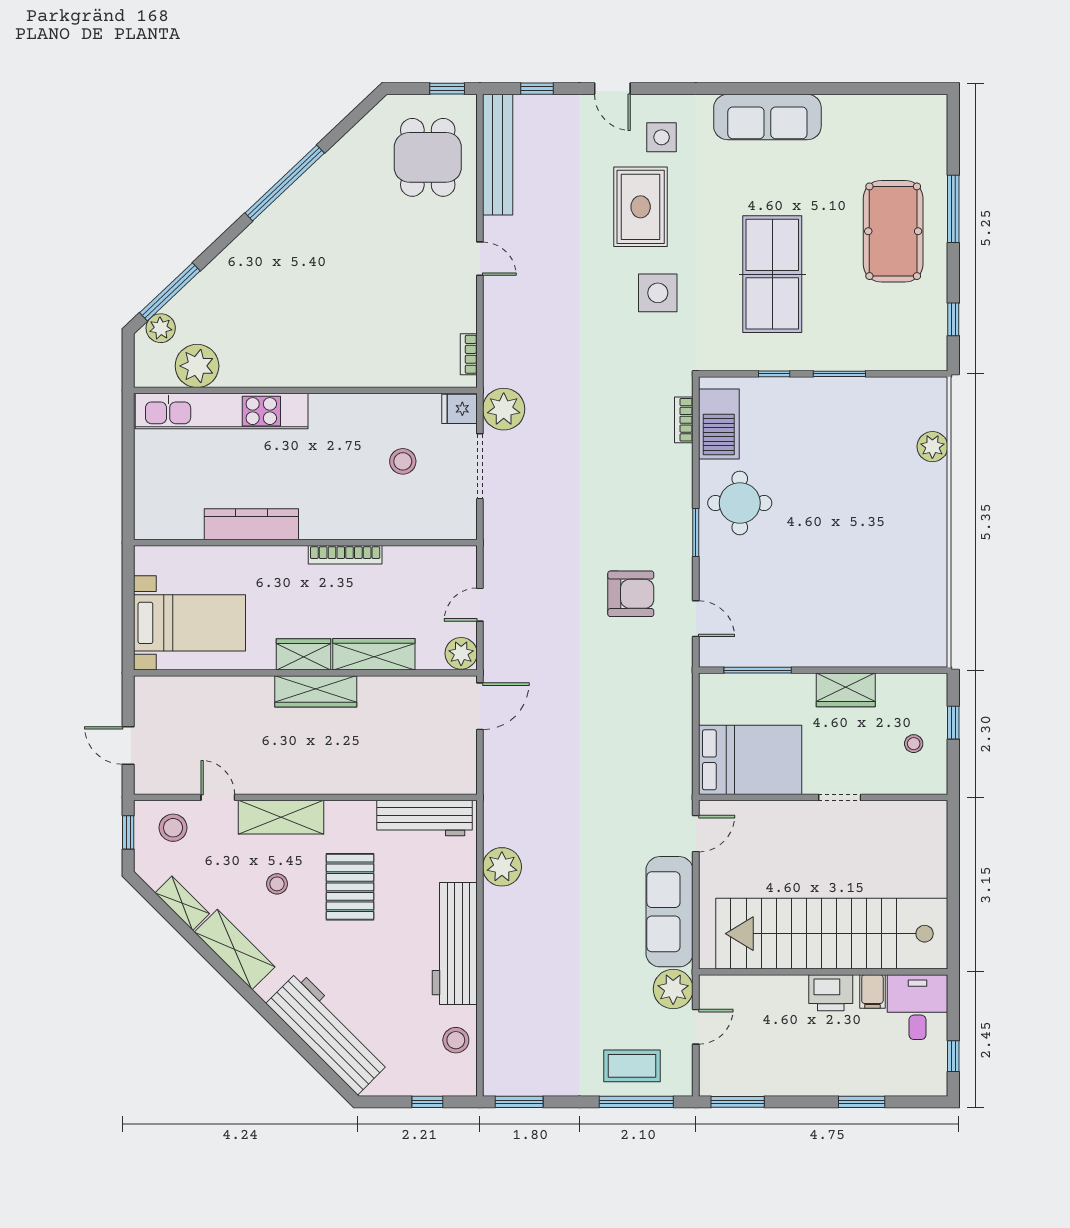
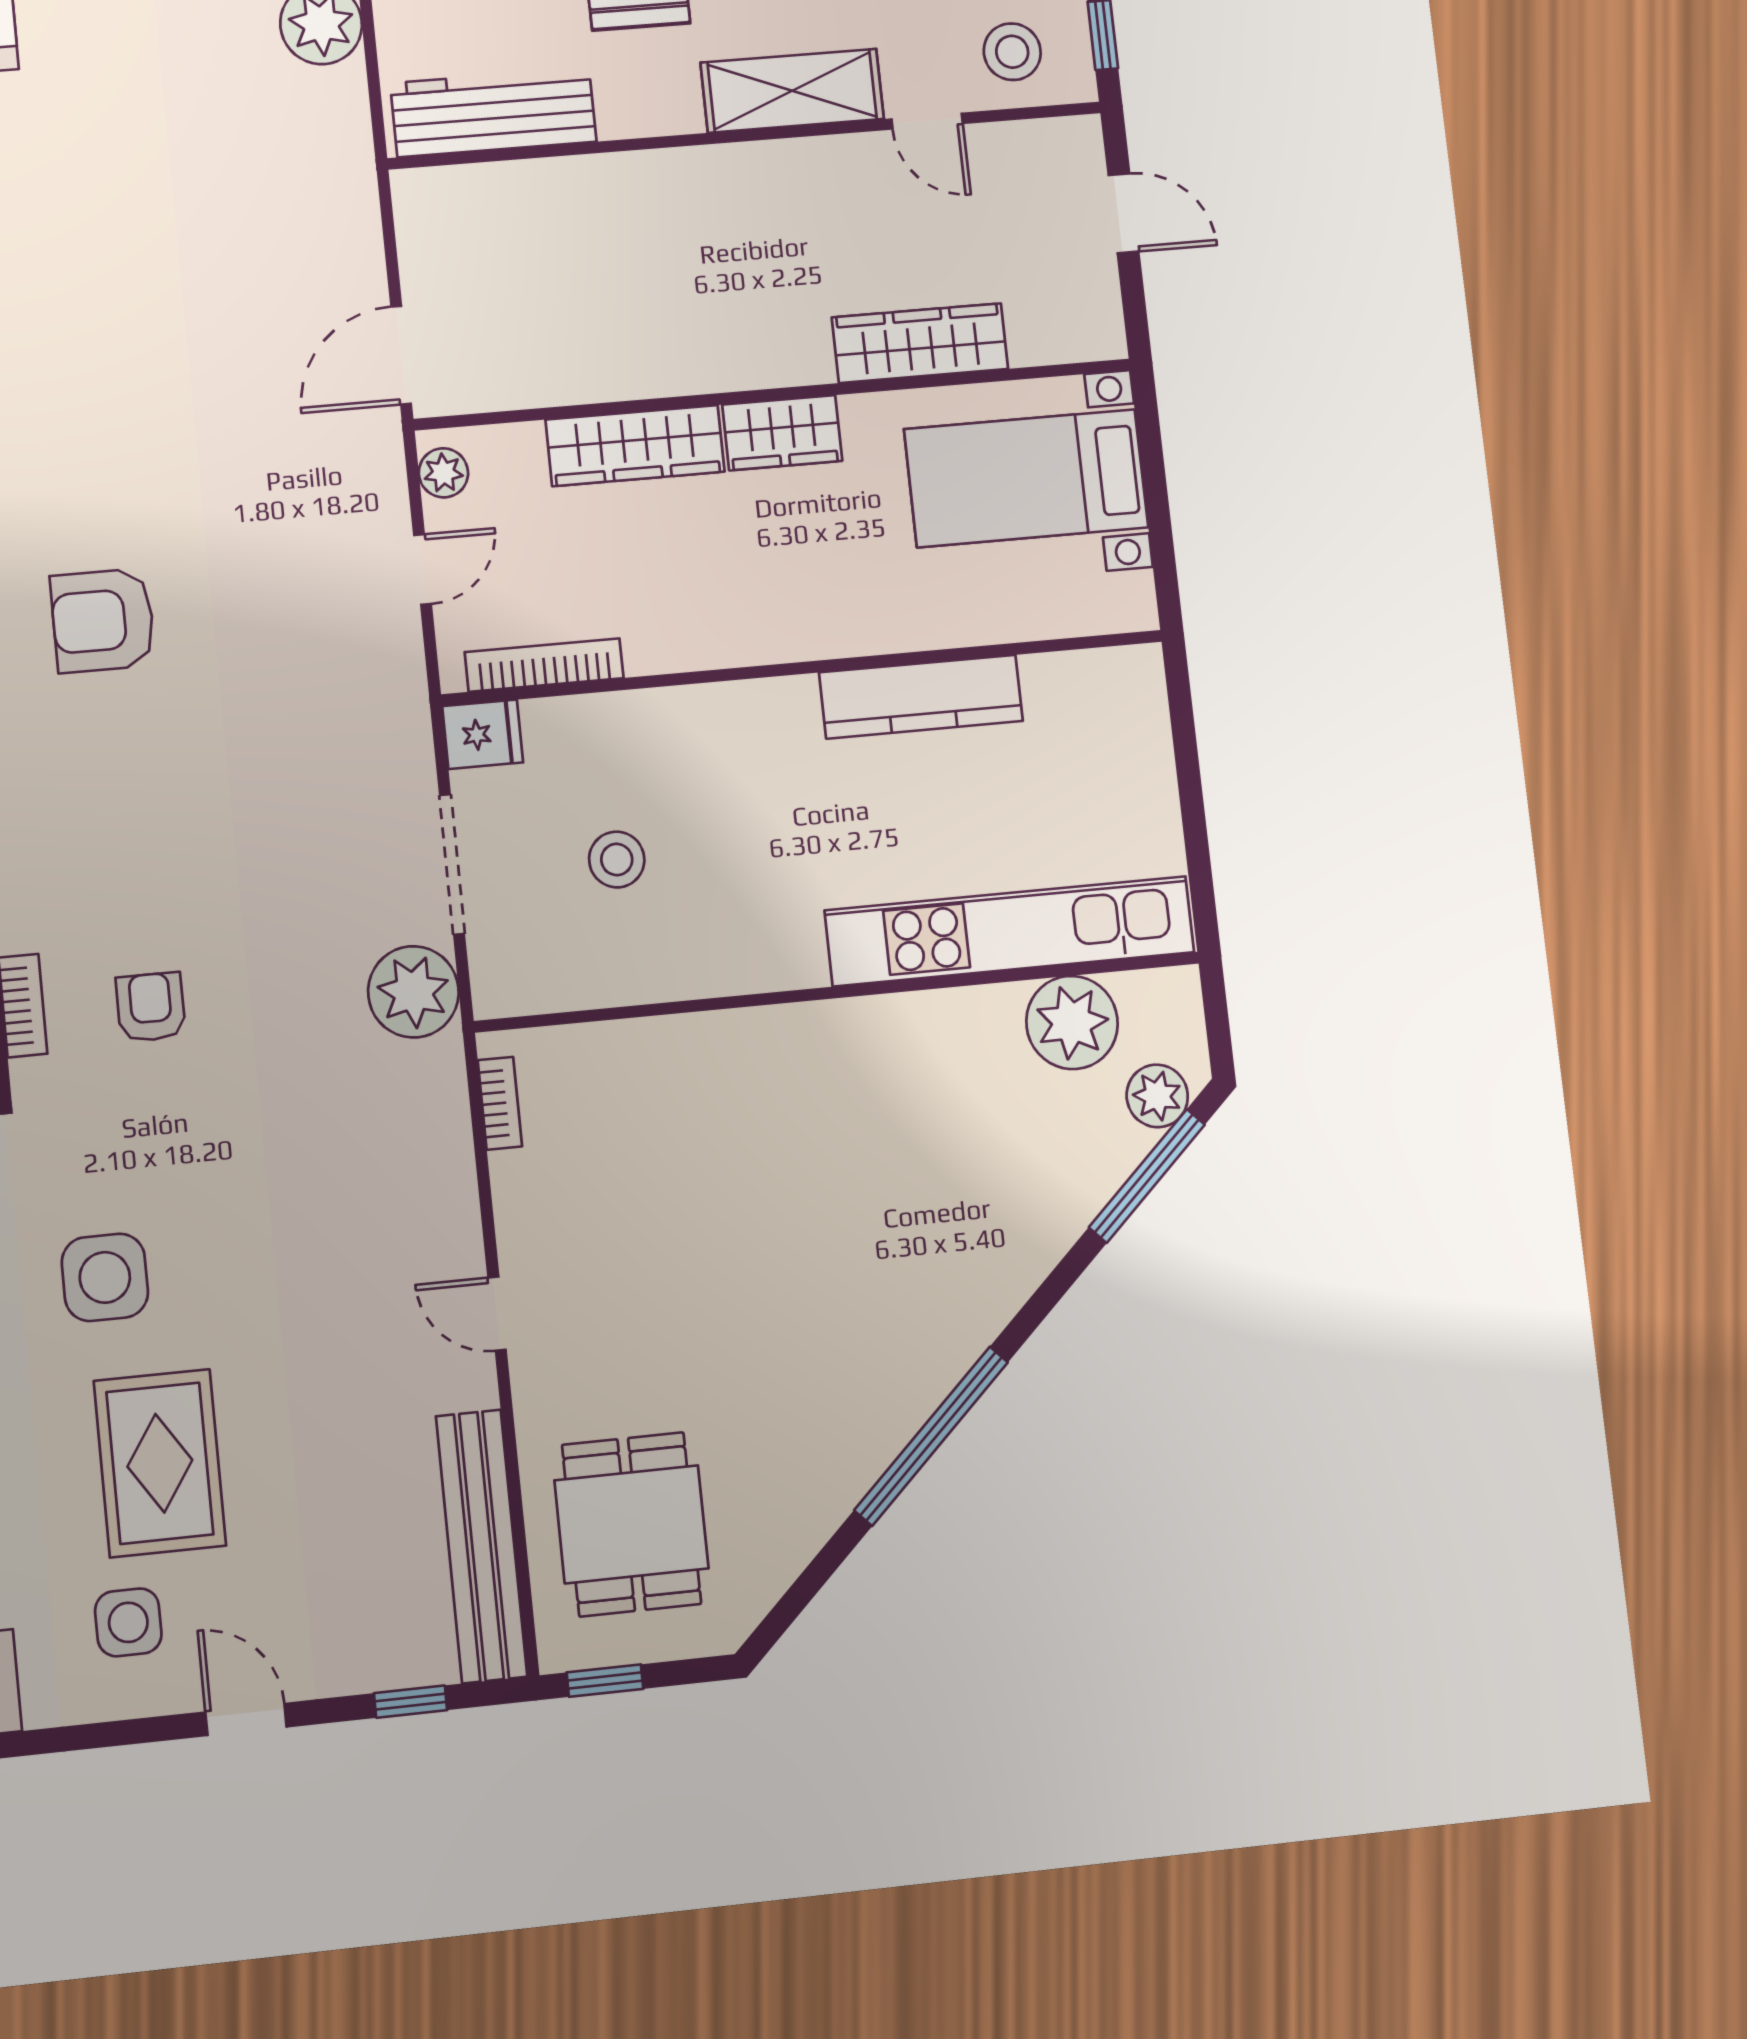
fridge: (459, 409) -> (483, 734), moved
armchair: (625, 414) -> (151, 1007), added
bookcase: (345, 555) -> (544, 665), moved
plant: (461, 653) -> (443, 473), width x0.73, depth x0.73
wardrobe: (316, 691) -> (920, 343), moved

